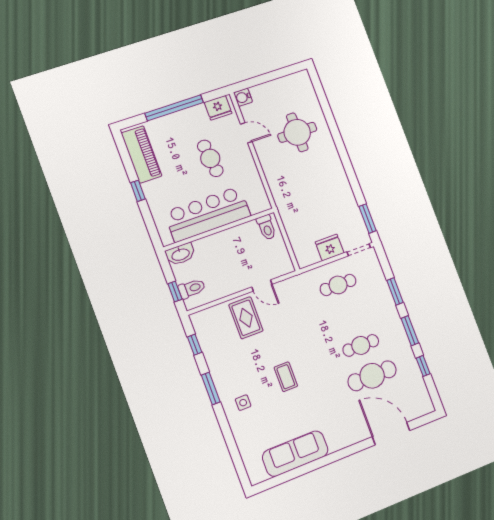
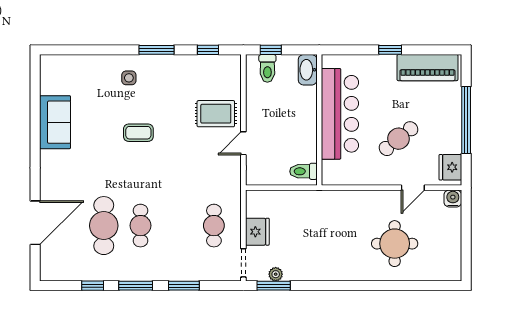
cafe table: (210, 158) -> (398, 139), turned -33
plant: (358, 220) -> (276, 274), added
sofa: (295, 454) -> (55, 122), width x0.73

